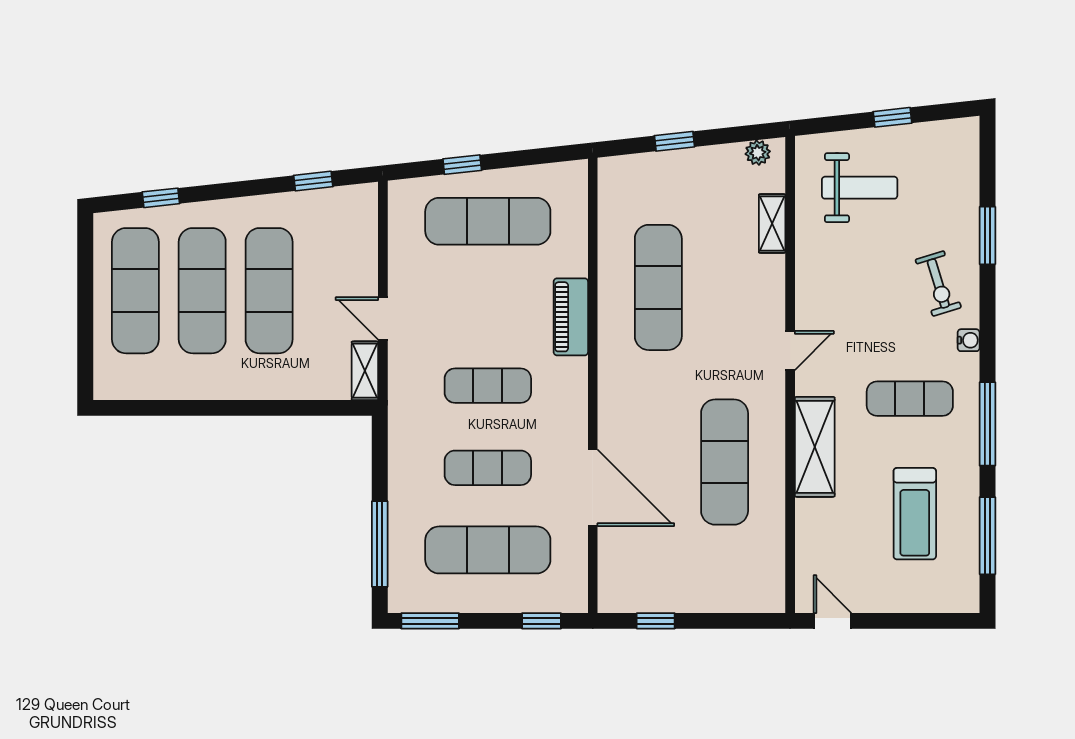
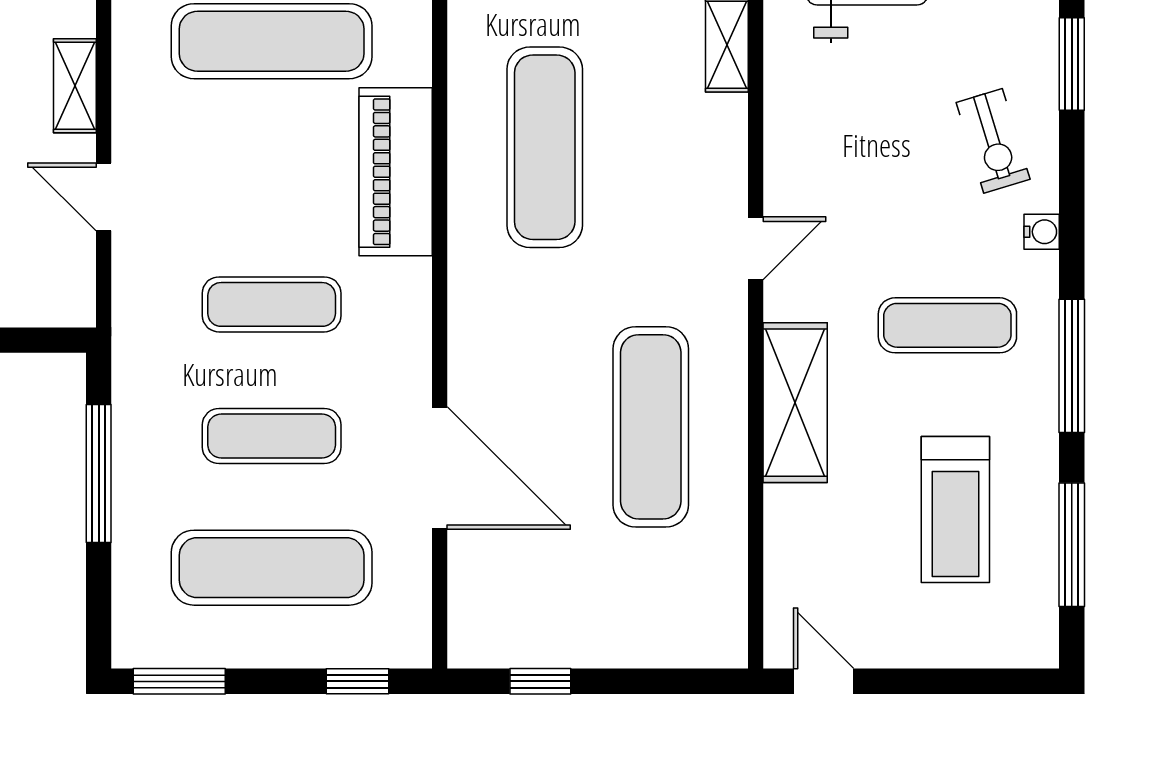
piano: (571, 317) -> (396, 172), width x1.37, depth x1.33
shelving: (365, 371) -> (75, 86), moved
window: (380, 544) -> (99, 473), moved

